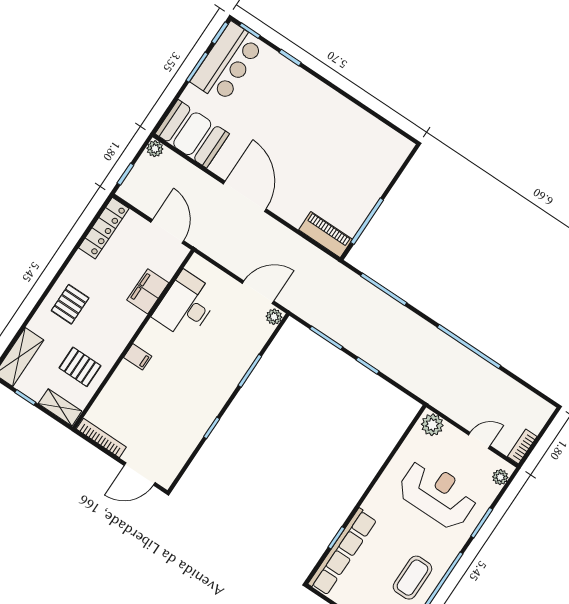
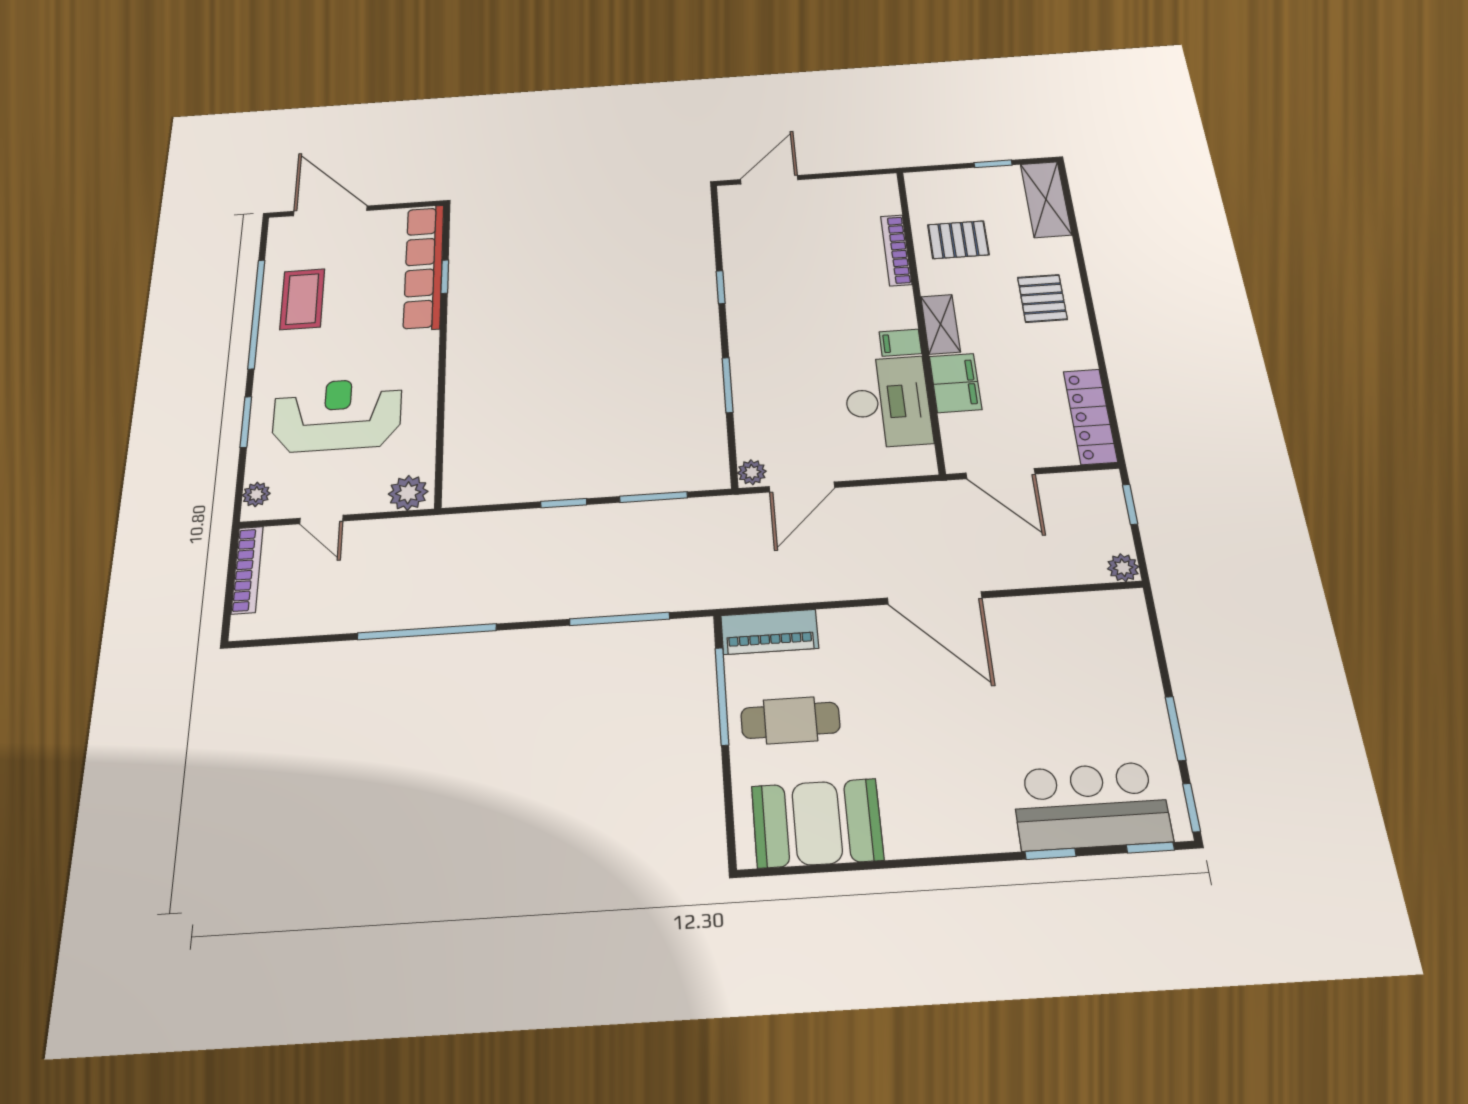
bar counter: (227, 63) -> (1091, 806), moved, turned 90
booth: (192, 134) -> (817, 823), moved
cafe table: (347, 189) -> (790, 720), added
filing cabinet: (138, 357) -> (900, 343), moved
shelving: (60, 407) -> (941, 324), moved, turned 90
bookcase: (101, 438) -> (896, 250), moved, turned 90
door: (479, 440) -> (321, 520), hinge flipped
bookcase: (522, 447) -> (247, 570), width x1.56
reception desk: (438, 494) -> (337, 415), turned 180

